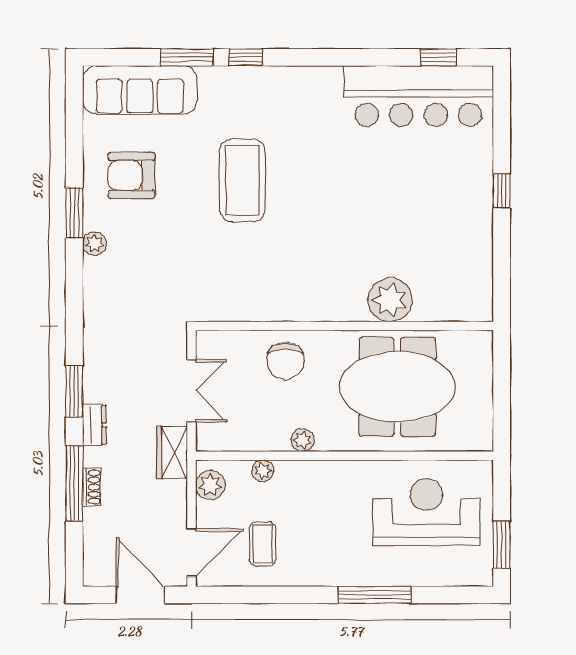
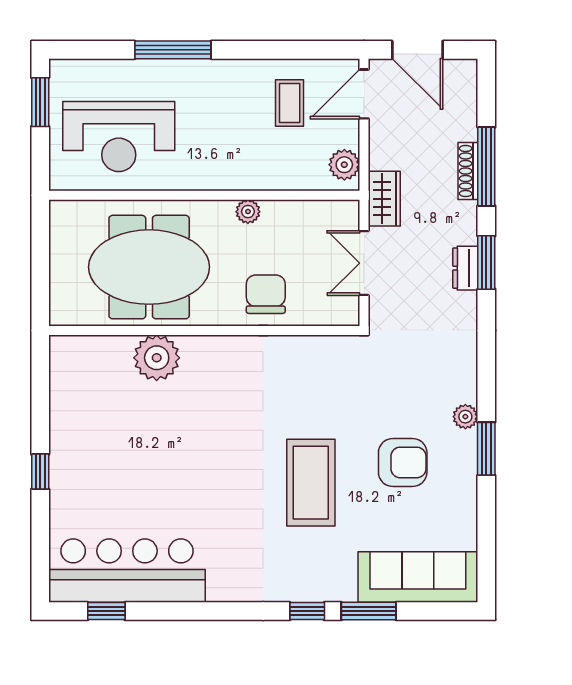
armchair: (131, 175) -> (403, 462), moved
dresser: (94, 425) -> (465, 268), moved
plant: (263, 471) -> (289, 180), removed
shoe rack: (92, 487) -> (468, 171), width x1.43

